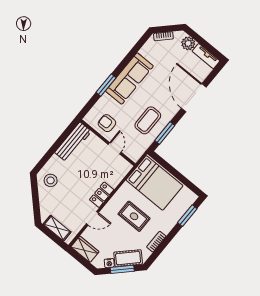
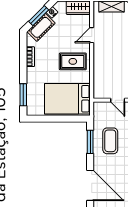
locker: (102, 195) -> (99, 58), removed
rug: (134, 216) -> (73, 61), moved

